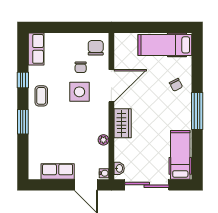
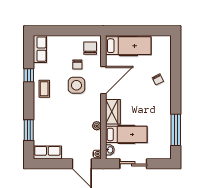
hospital bed: (165, 45) -> (128, 46), moved, turned 180
window: (197, 111) -> (176, 130), moved
window: (23, 122) -> (29, 130), moved
hospital bed: (180, 155) -> (126, 134), moved, turned 90
row of seats: (58, 171) -> (47, 152), moved
sliding door: (147, 185) -> (133, 164), width x0.73

